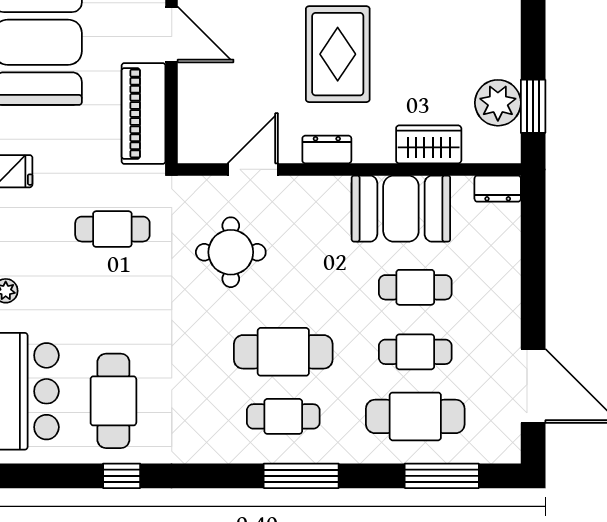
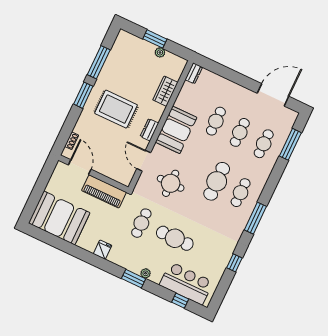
door: (172, 35) -> (80, 167), hinge flipped
plant: (498, 103) -> (160, 52), width x0.53, depth x0.53
window: (533, 106) -> (155, 39), moved
booth: (401, 209) -> (176, 130), moved
cafe table: (113, 401) -> (175, 238), moved
cafe table: (415, 416) -> (264, 144), width x0.73, depth x0.74
window: (301, 476) -> (255, 218), moved

